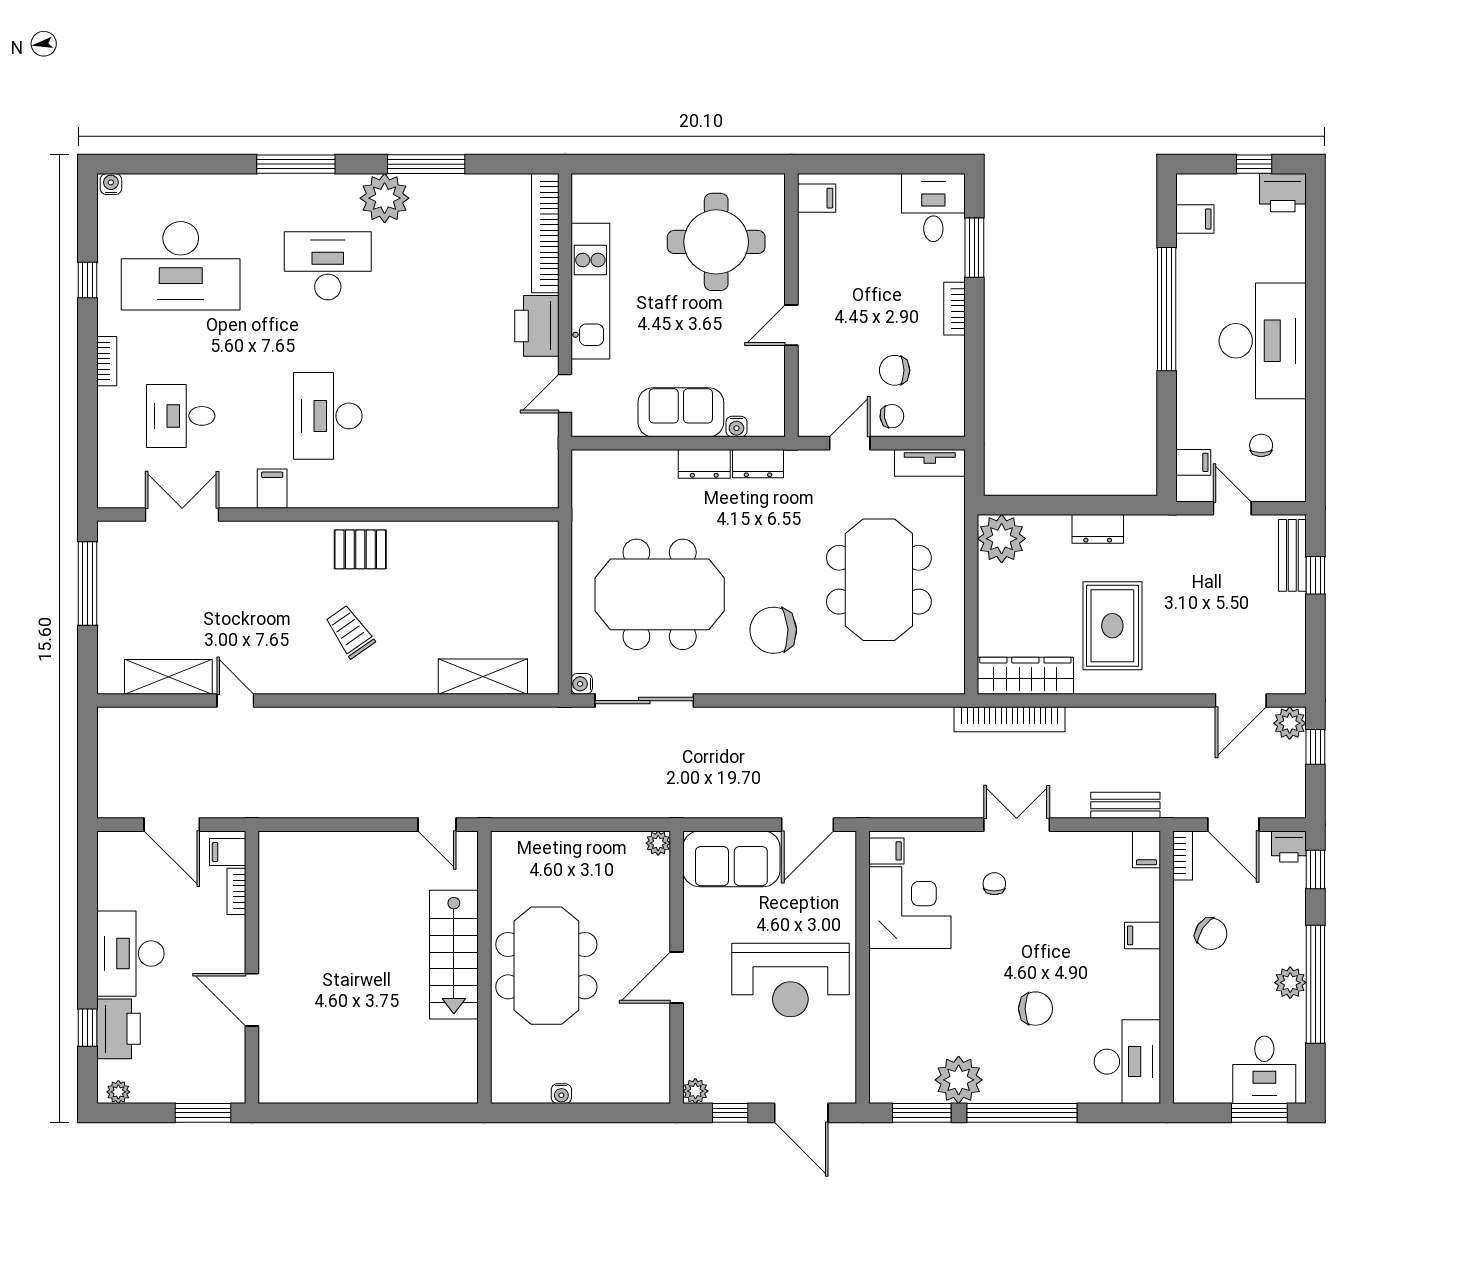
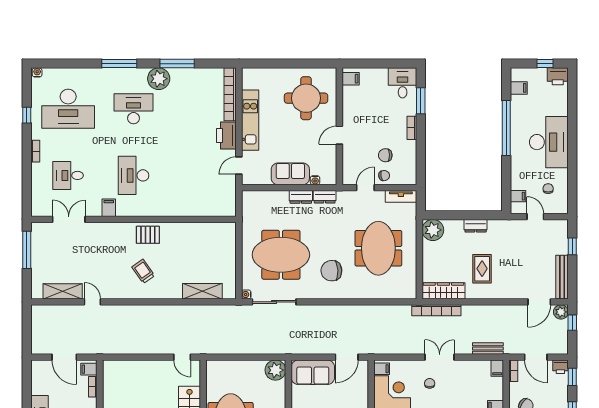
bench: (1292, 555) -> (562, 277), moved, width x1.36
rug: (1112, 626) -> (482, 269), width x0.73, depth x0.70
plant: (658, 843) -> (275, 370), width x1.88, depth x1.88

